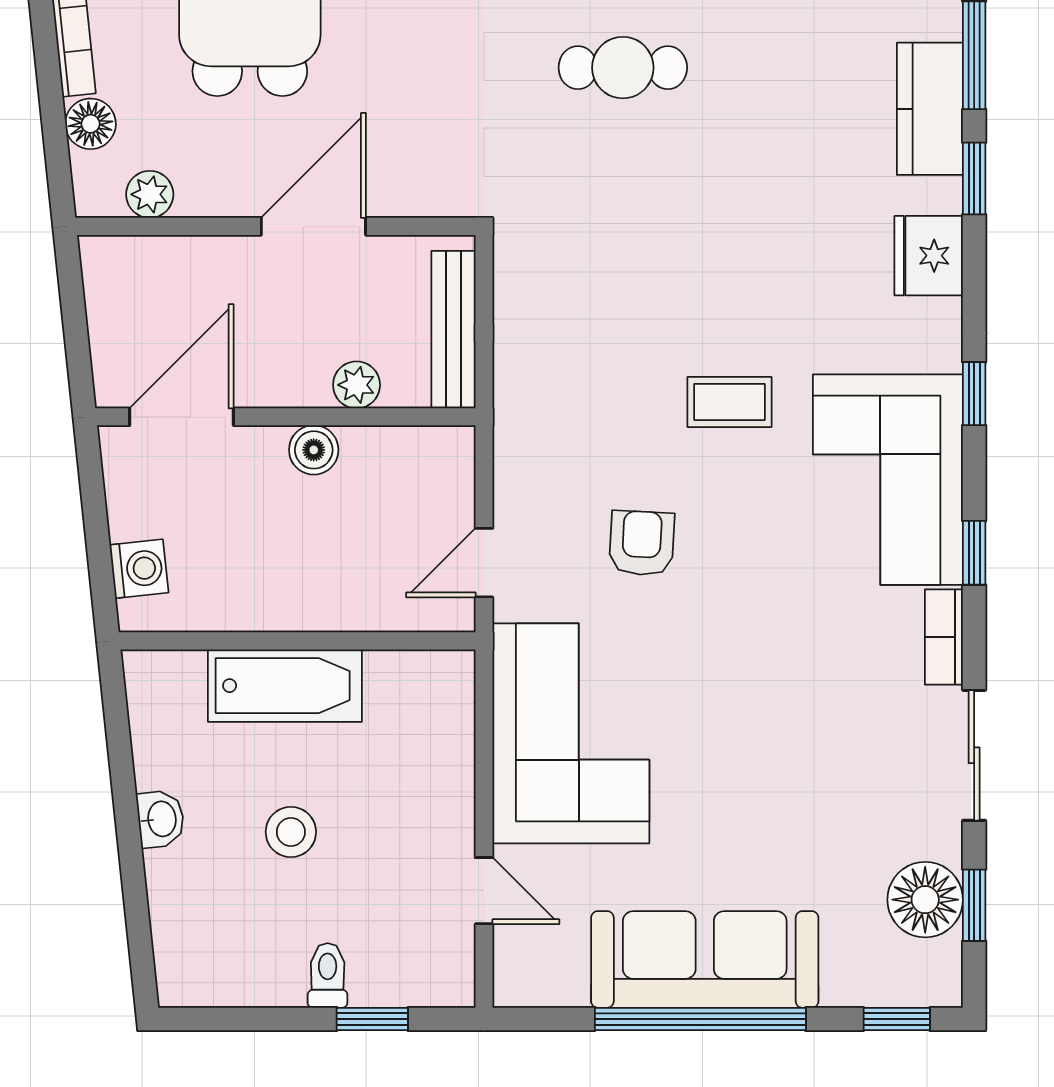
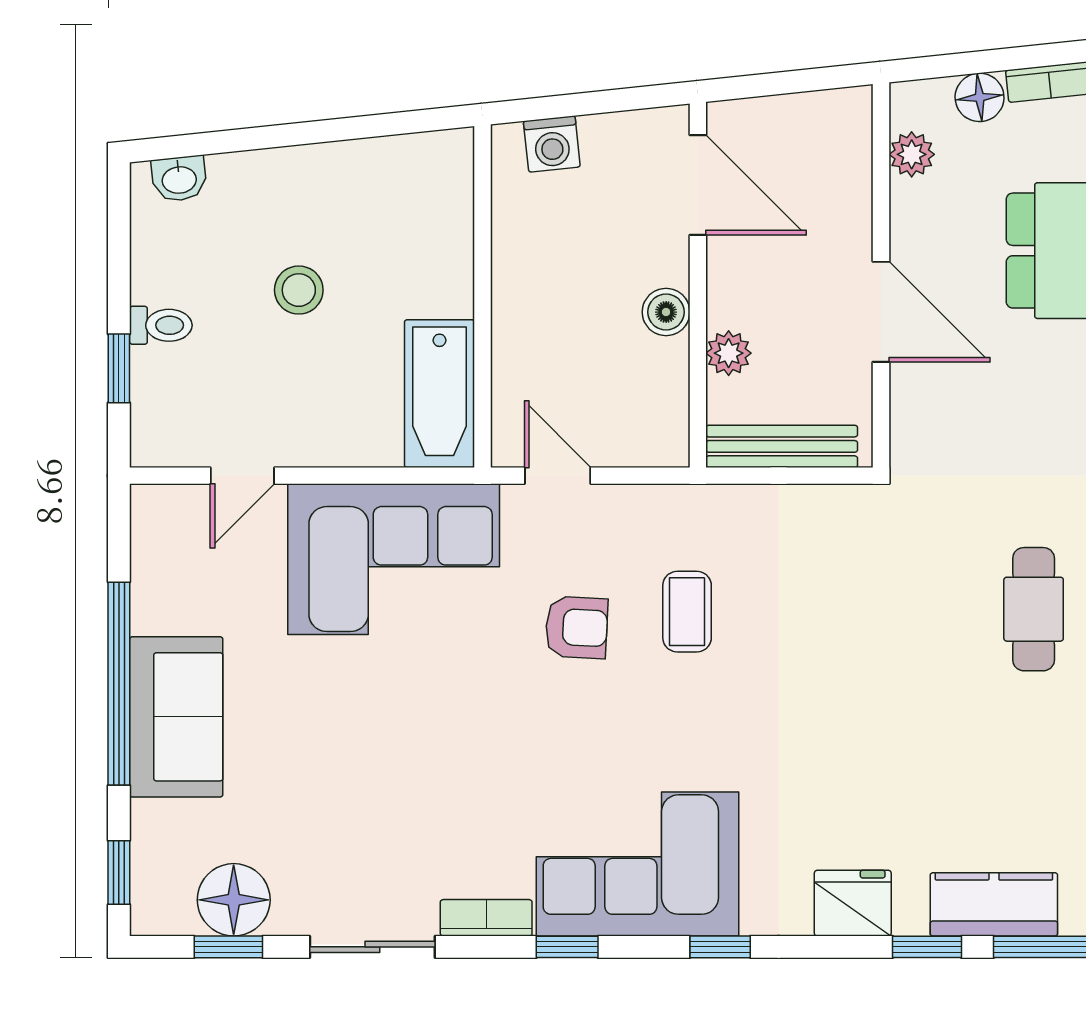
coffee table: (730, 402) -> (687, 612), moved
bathtub: (285, 686) -> (439, 394), moved
washbasin: (161, 819) -> (179, 179), moved
sofa: (705, 959) -> (176, 717), width x0.73

